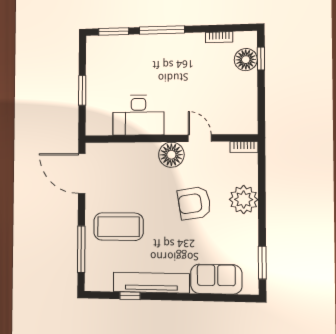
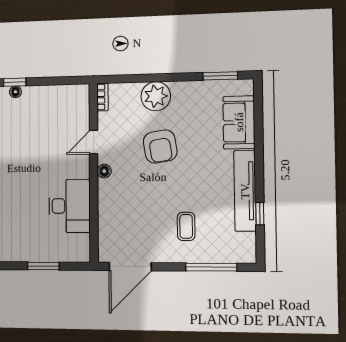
floor lamp: (246, 60) -> (15, 92), width x0.53, depth x0.53
floor lamp: (171, 155) -> (104, 171), width x0.53, depth x0.53
coffee table: (119, 227) -> (186, 226), width x0.54, depth x0.58

